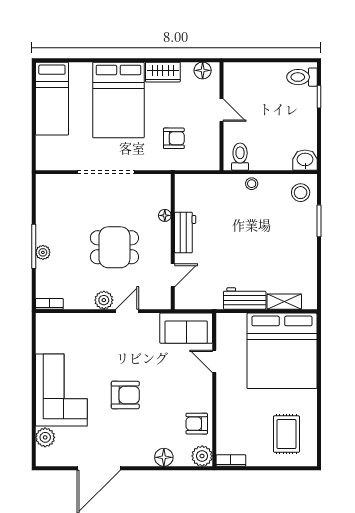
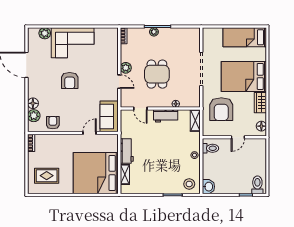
armchair: (174, 138) -> (221, 109), width x1.88, depth x1.88
shelving: (193, 182) -> (195, 121), added
plant: (202, 456) -> (34, 116), moved

